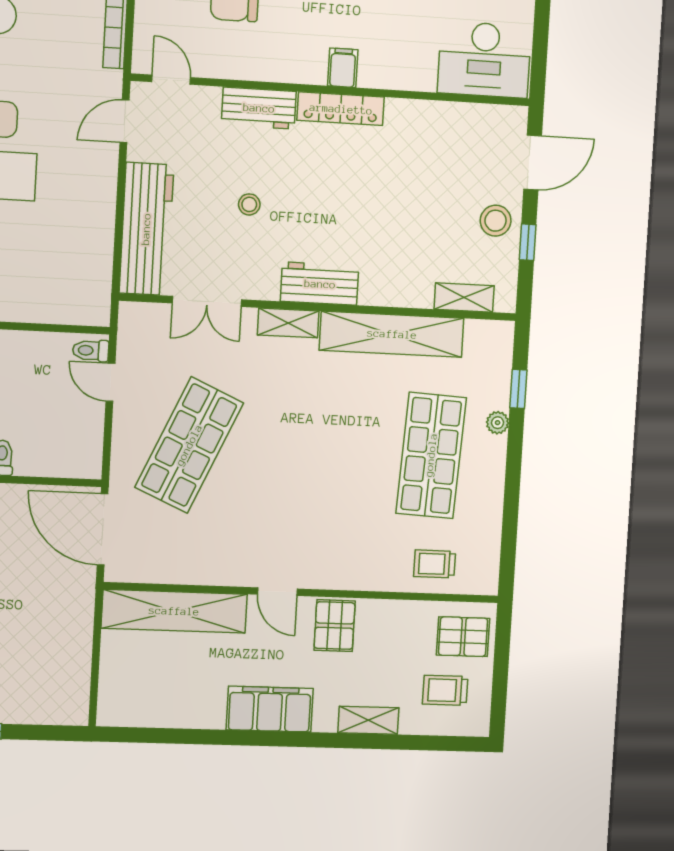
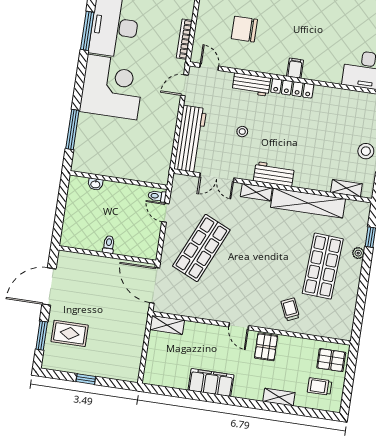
trolley: (435, 564) -> (290, 309), moved, turned 66
shelving: (174, 611) -> (167, 325), width x0.45, depth x0.75
filing cabinet: (270, 709) -> (211, 383), moved

